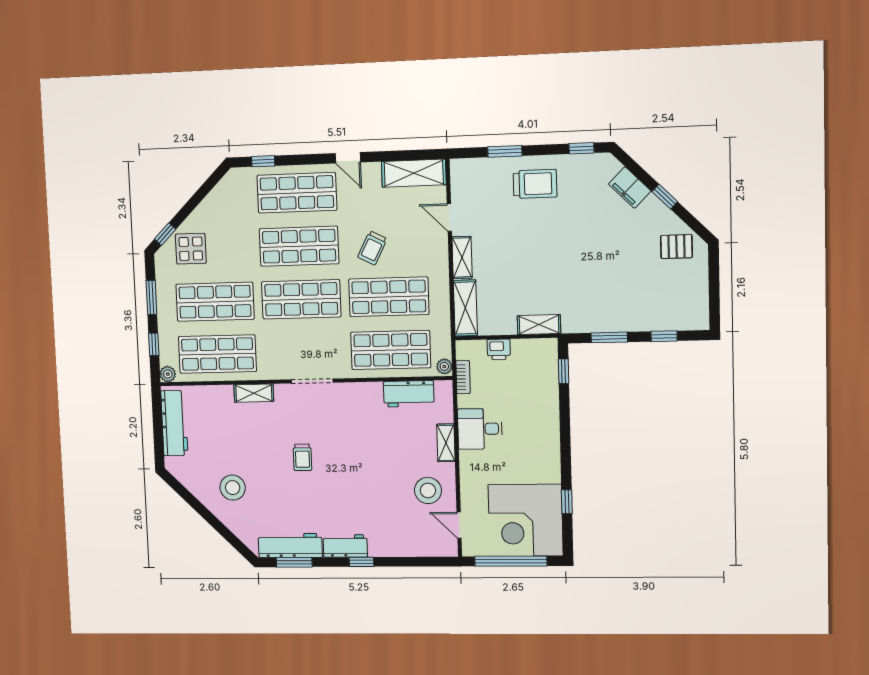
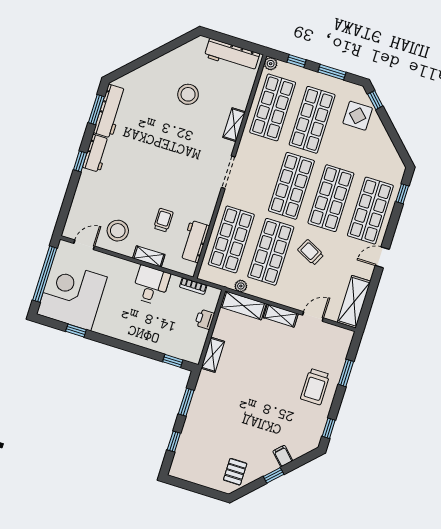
filing cabinet: (630, 188) -> (283, 456), width x0.50
plant: (444, 366) -> (241, 286), moved
trolley: (302, 457) -> (163, 220), moved, turned 90
stool: (233, 488) -> (188, 94), moved

